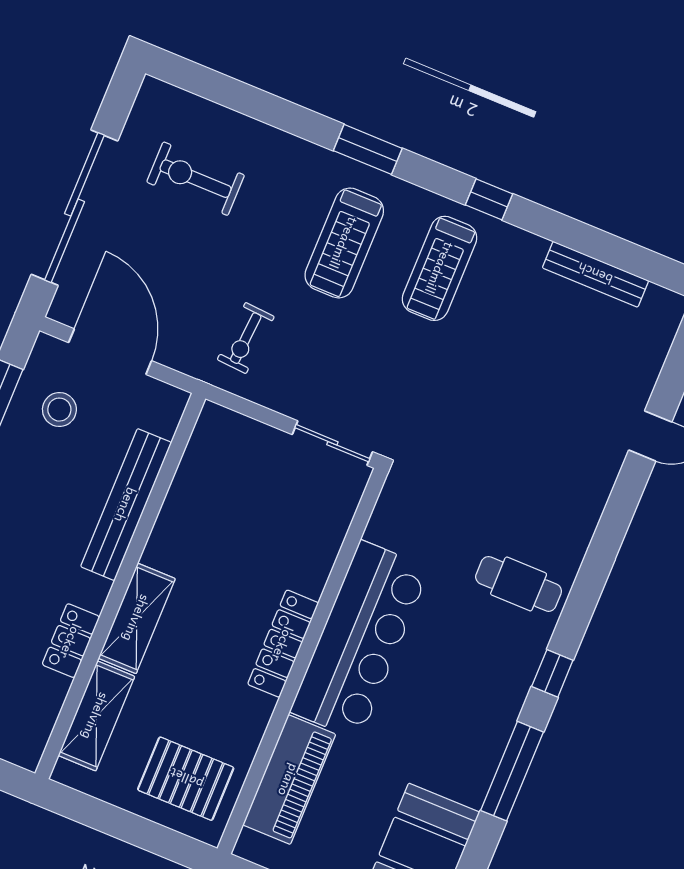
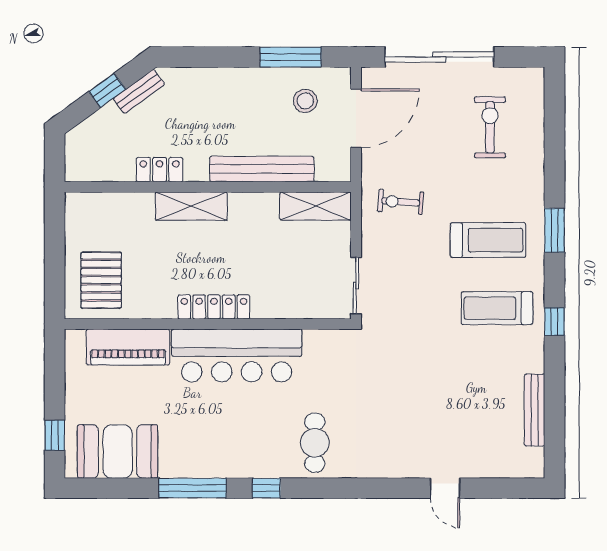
treadmill: (344, 243) -> (488, 240), turned 180
shelving: (96, 716) -> (315, 206), moved

